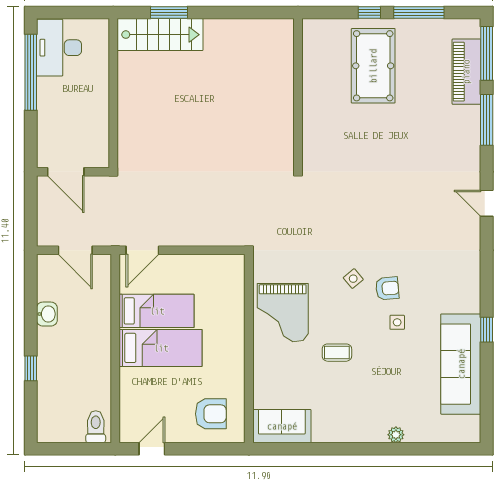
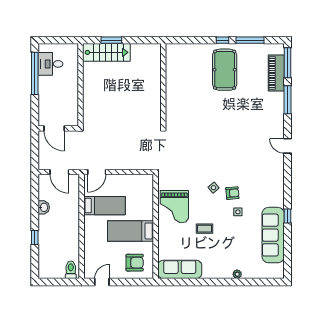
desk: (59, 48) -> (50, 64), width x0.73
wall: (298, 93) -> (163, 85), moved
bed: (161, 348) -> (131, 231), moved, turned 180
sofa: (282, 426) -> (180, 269), width x1.36

